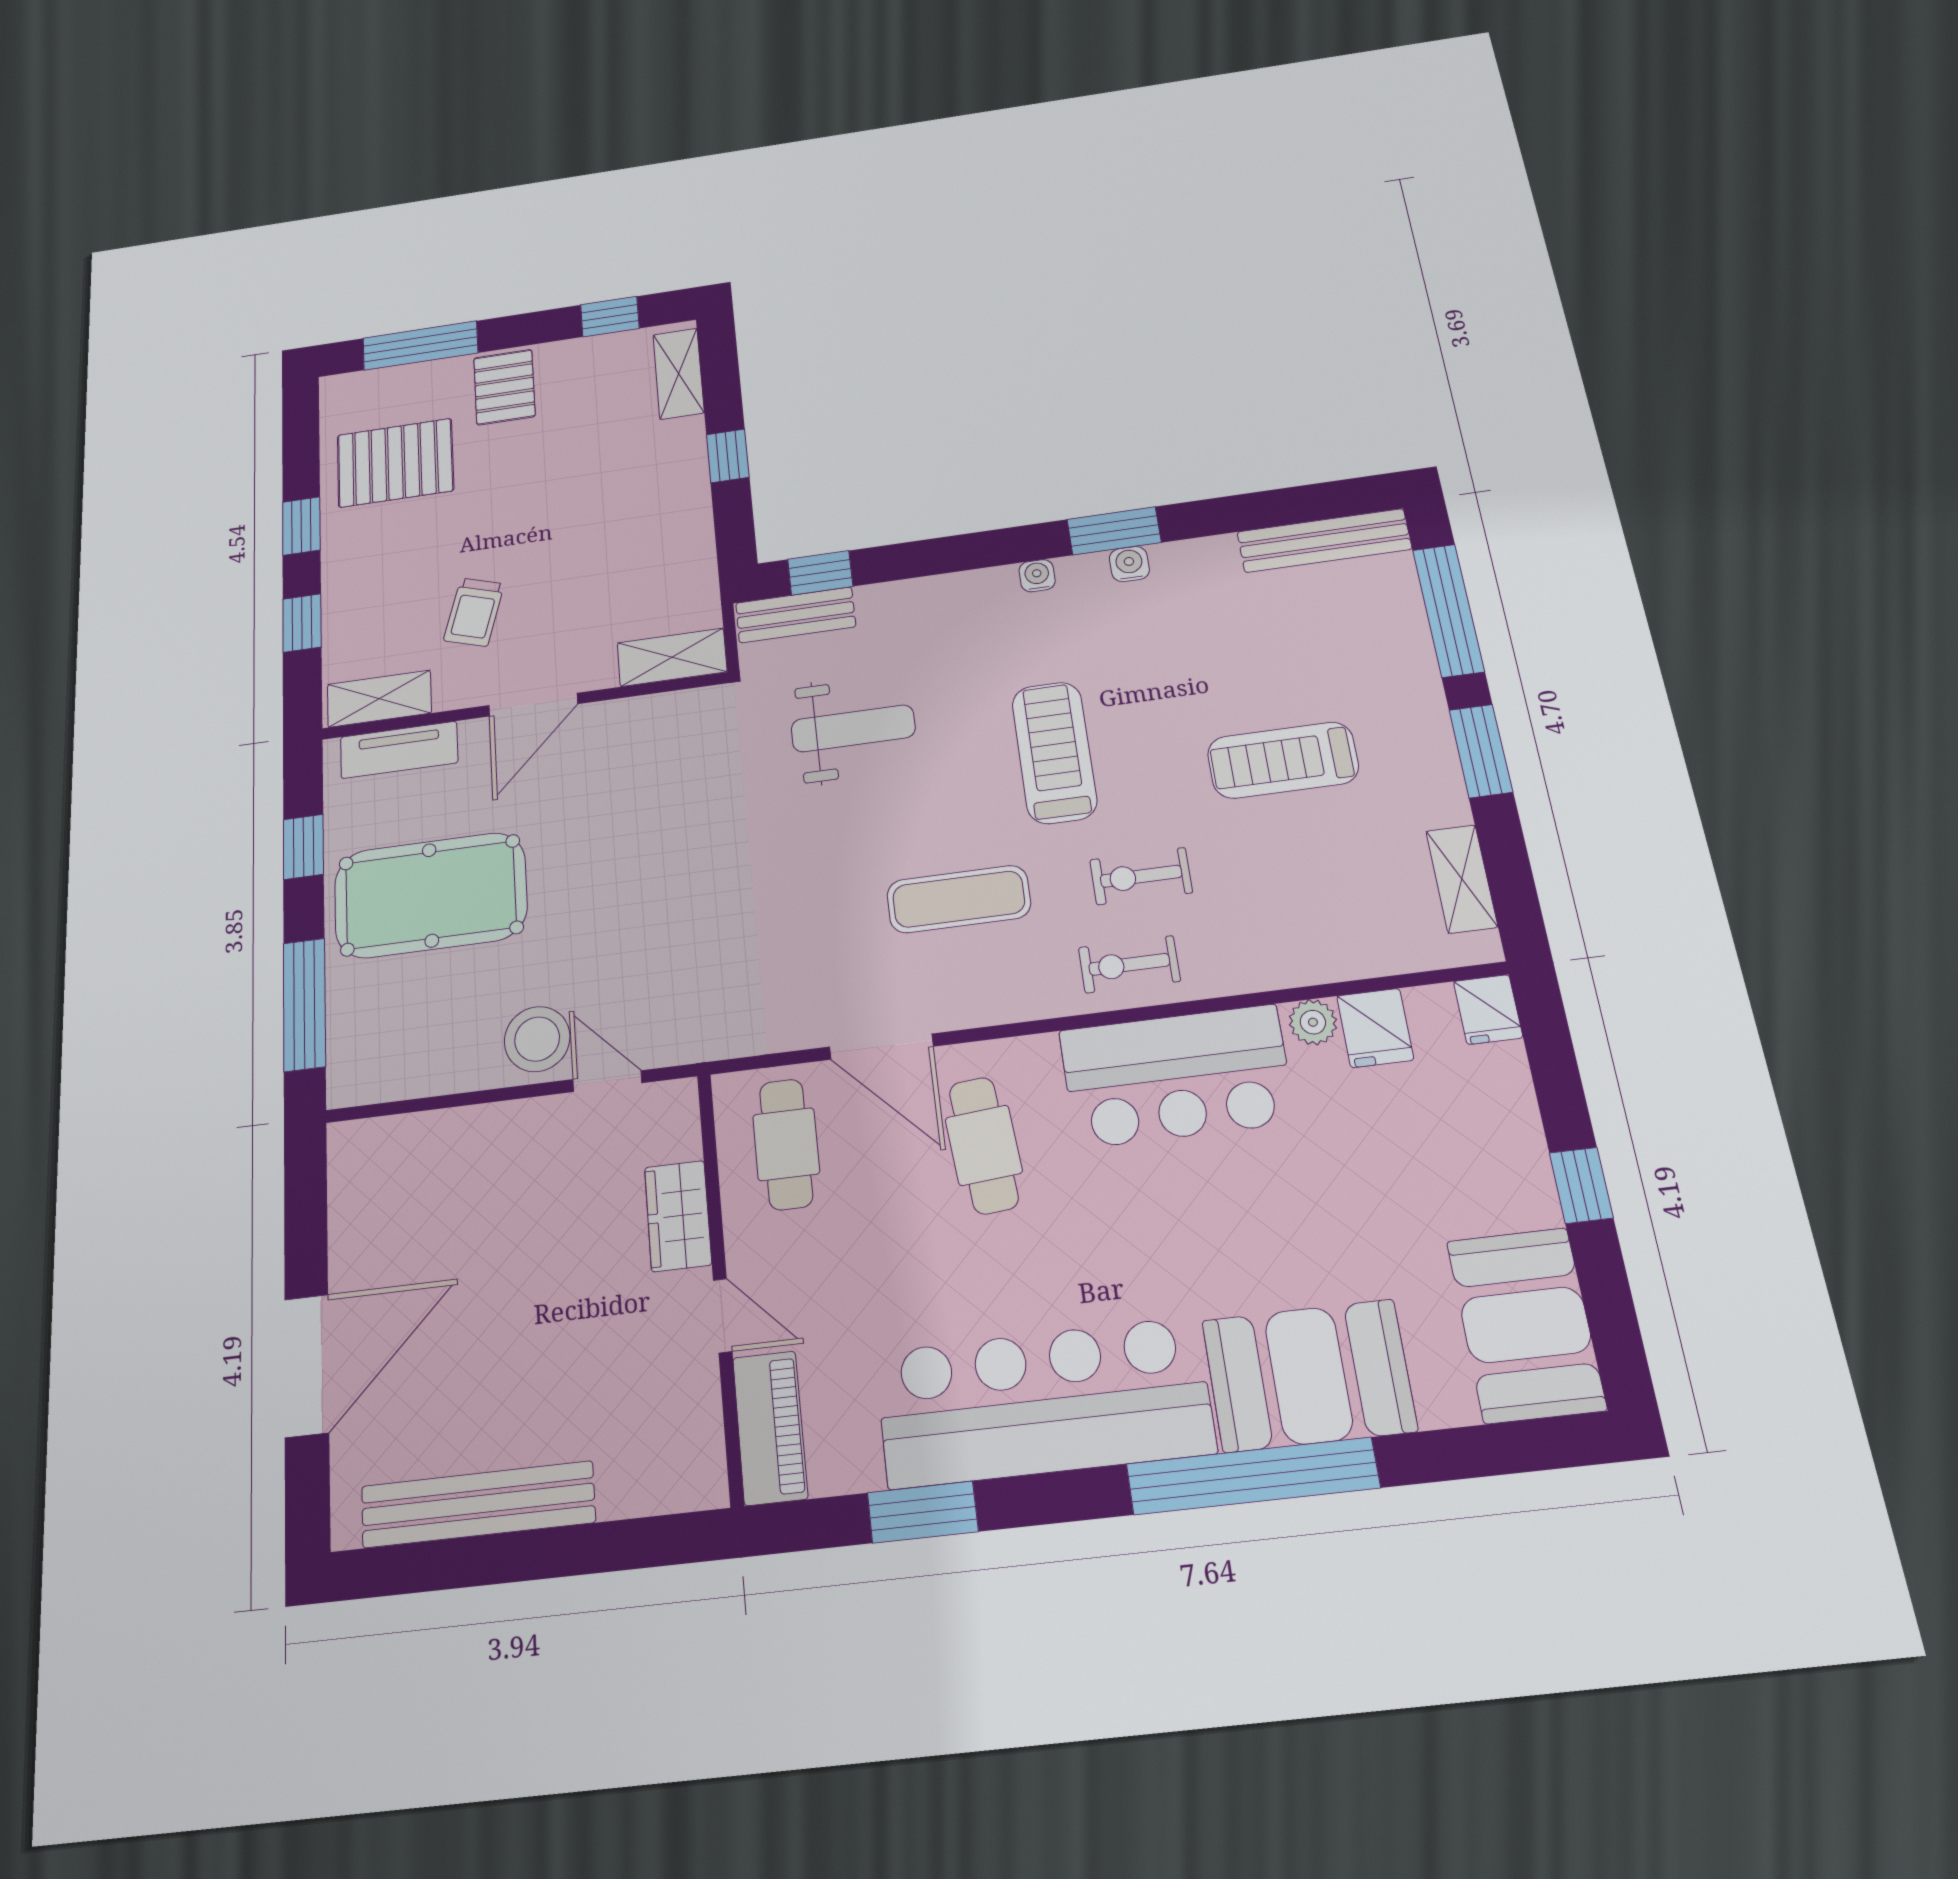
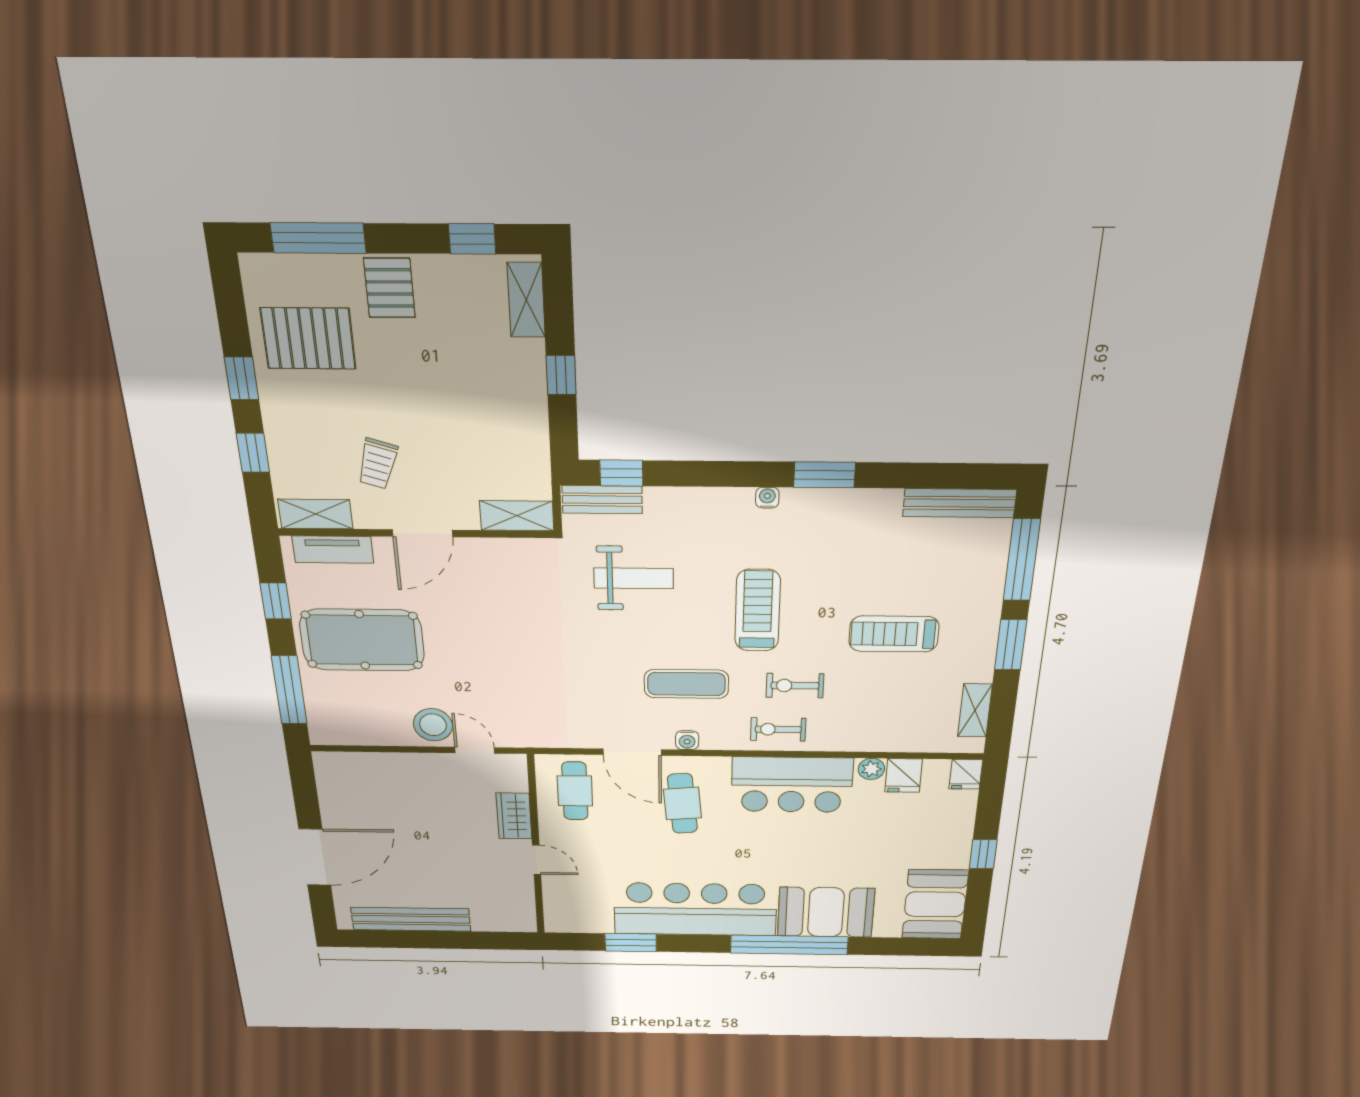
water cooler: (1129, 564) -> (687, 740), moved, turned 180
piano: (770, 1428) -> (559, 905), removed

